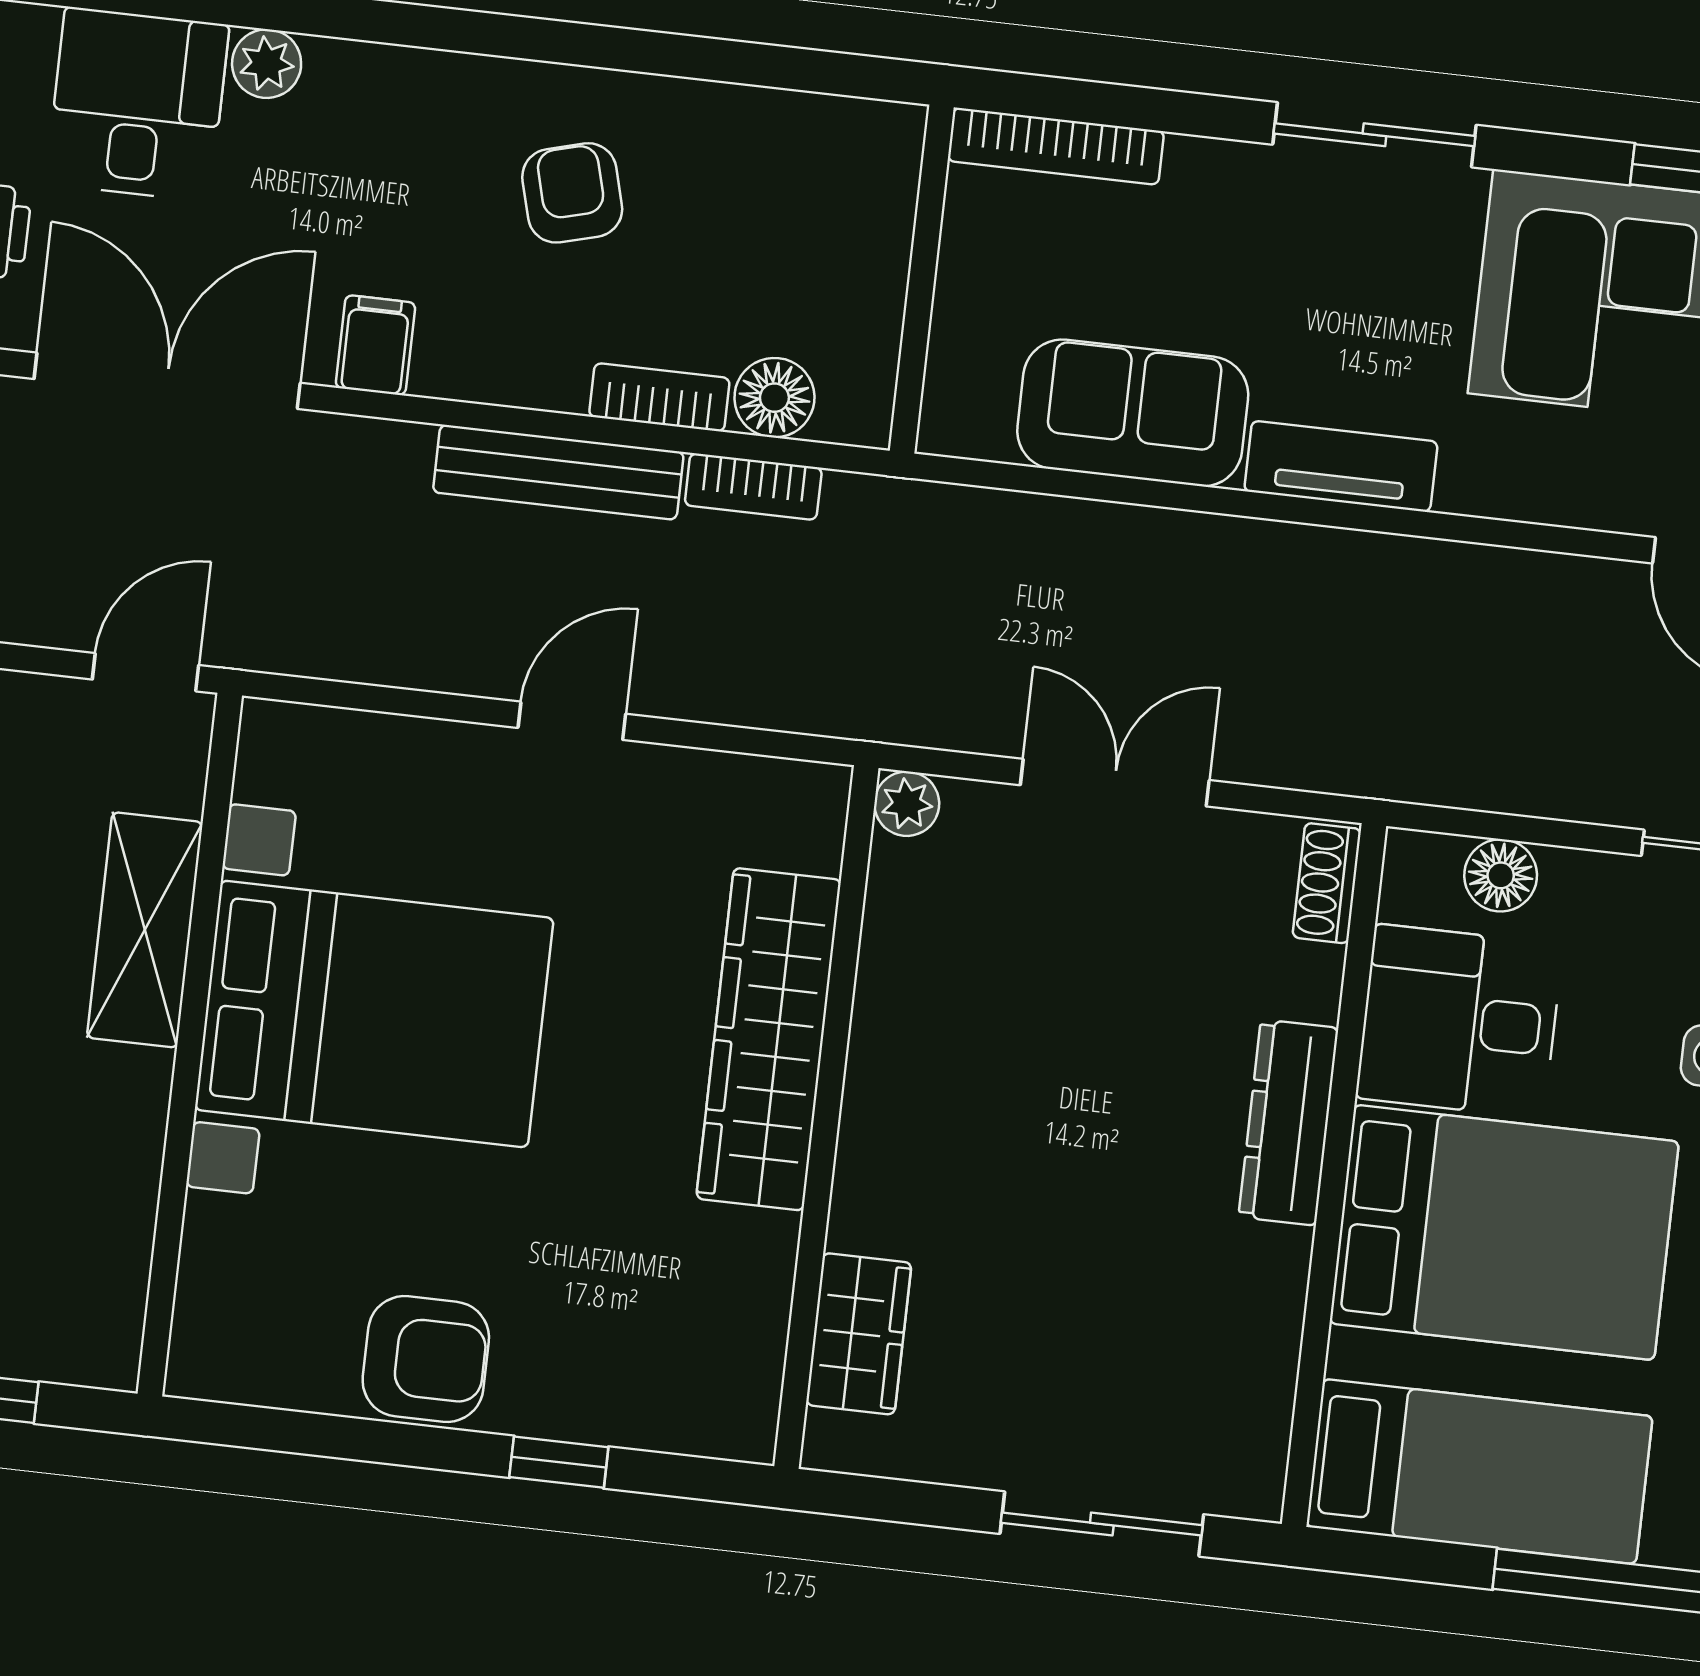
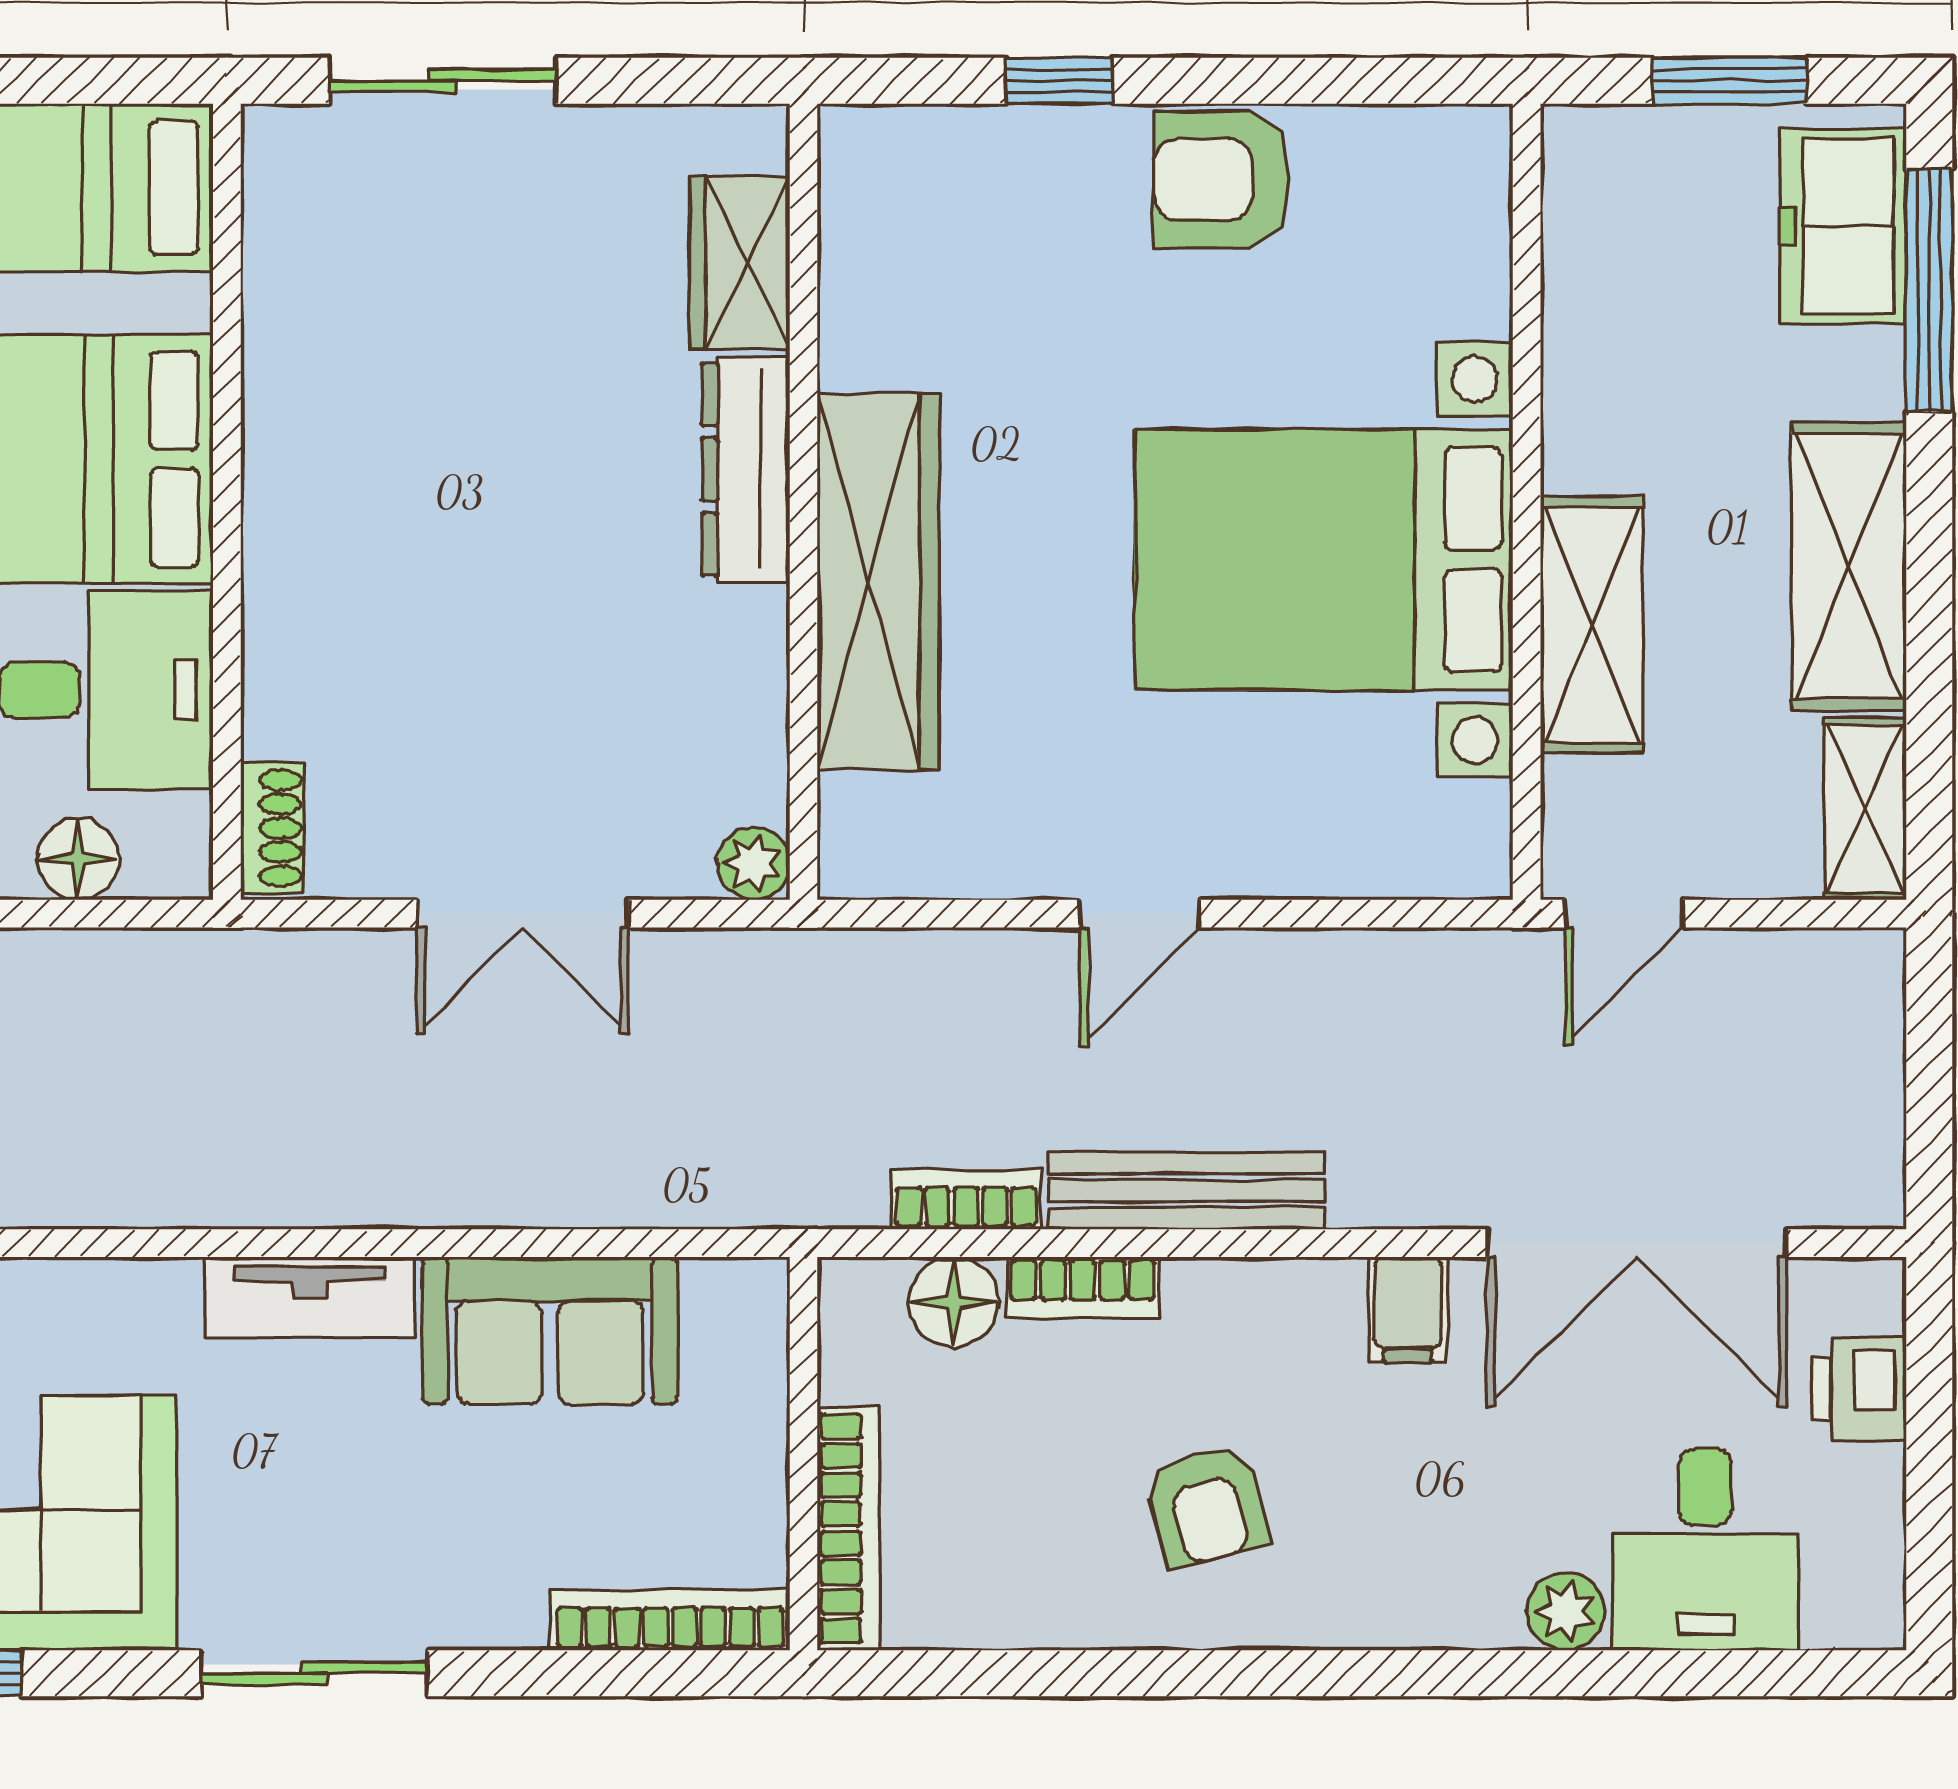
bookcase: (890, 208) -> (848, 1529), added
dresser: (1288, 1122) -> (746, 469), moved, turned 180

